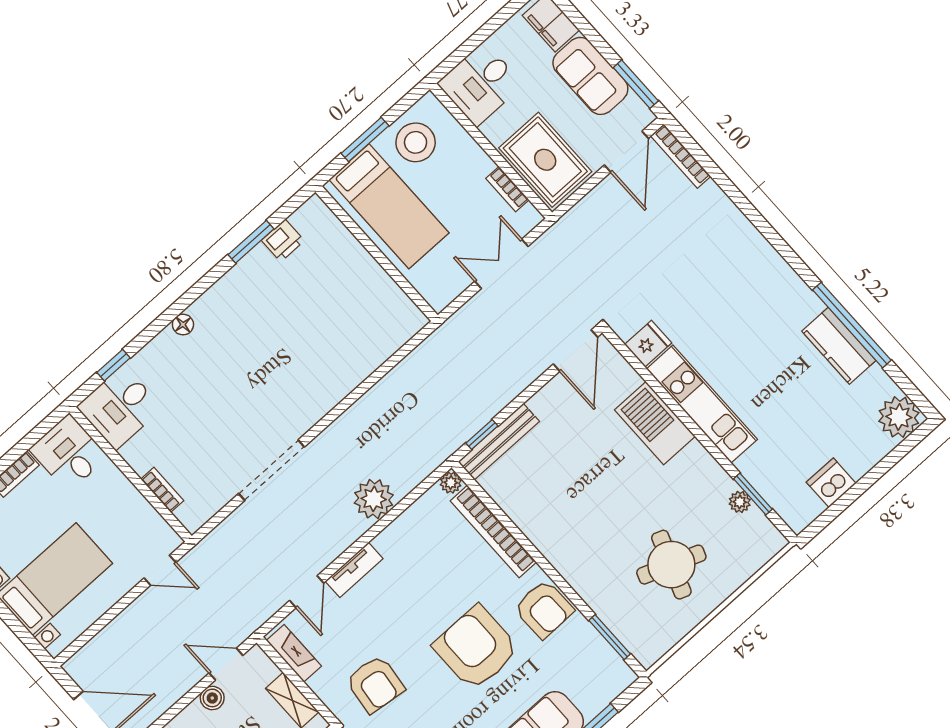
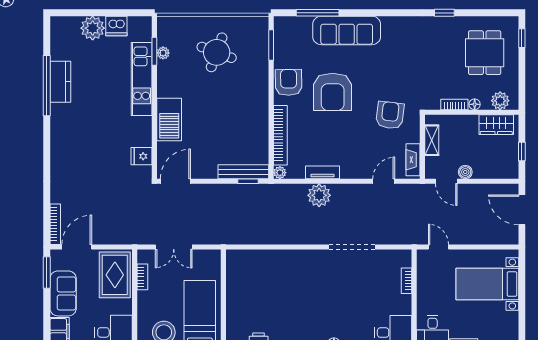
kitchen unit: (702, 404) -> (142, 79), moved
plant: (899, 417) -> (93, 28), moved
tv unit: (354, 570) -> (323, 172), moved

